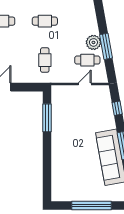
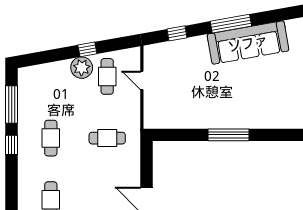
window: (106, 46) -> (87, 49), width x0.46
window: (47, 118) -> (228, 135), moved

